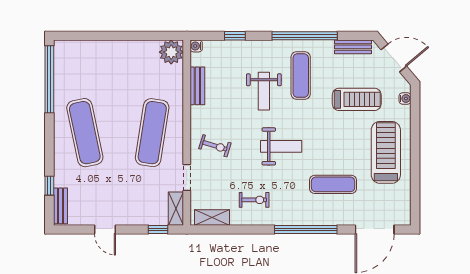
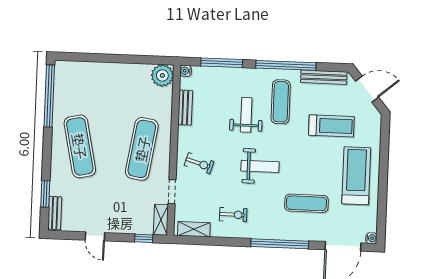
window: (235, 36) -> (222, 63), width x2.17
bench: (353, 47) -> (324, 77), width x1.36
weight bench: (264, 91) -> (246, 115), turned 180
water cooler: (405, 98) -> (371, 238), moved
window: (49, 186) -> (45, 194), width x1.50

